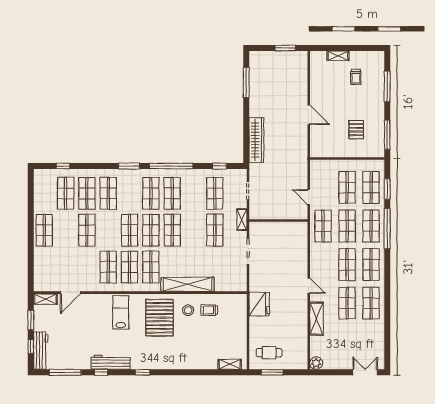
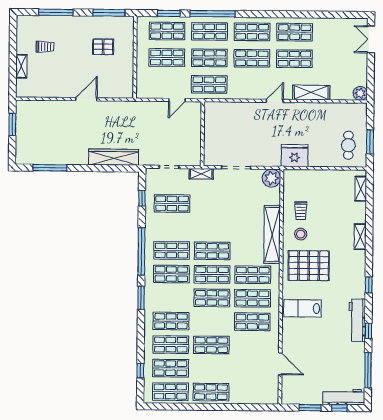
shop shelf: (215, 230) -> (170, 392), moved
plant: (239, 283) -> (271, 178), added
shelving: (45, 299) -> (360, 237), moved

